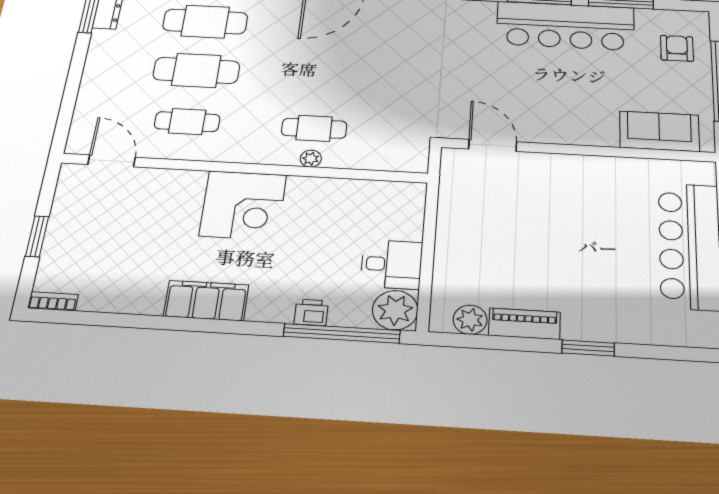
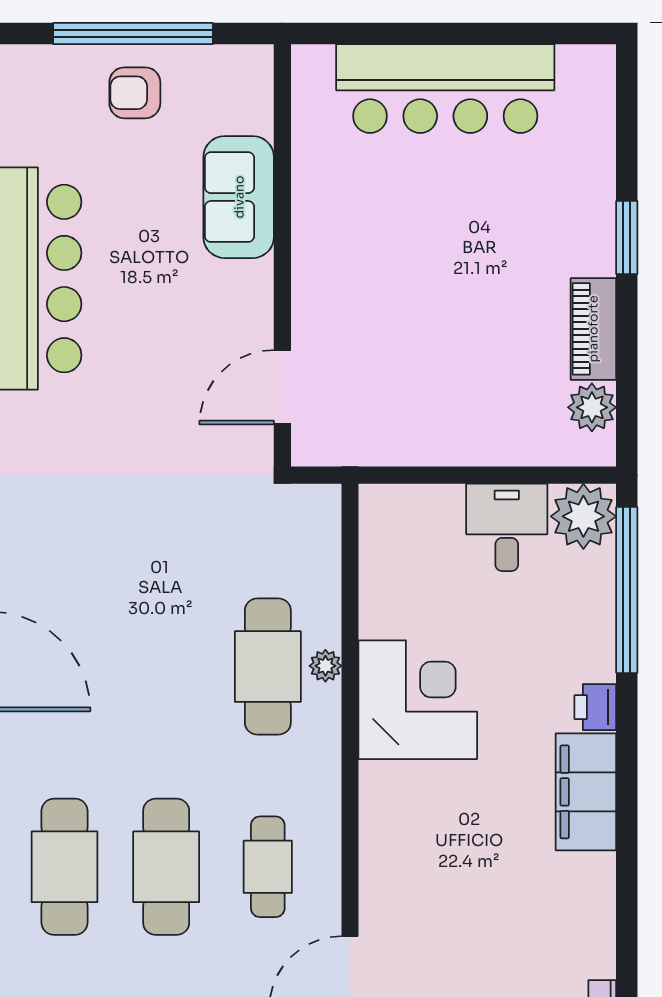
armchair: (677, 48) -> (135, 93), moved
cafe table: (314, 128) -> (268, 667), width x1.37, depth x1.35
sofa: (659, 131) -> (239, 197), moved
corner desk: (243, 205) -> (418, 700), moved
printer: (311, 312) -> (595, 707), moved

